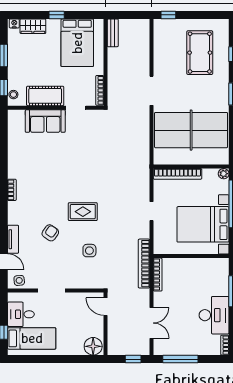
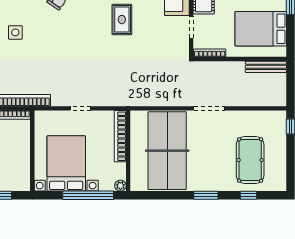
bench: (113, 33) -> (266, 67), width x1.36
pool table: (200, 53) -> (250, 160), turned 90
rug: (83, 212) -> (122, 20), moved
side table: (89, 251) -> (15, 32), moved

